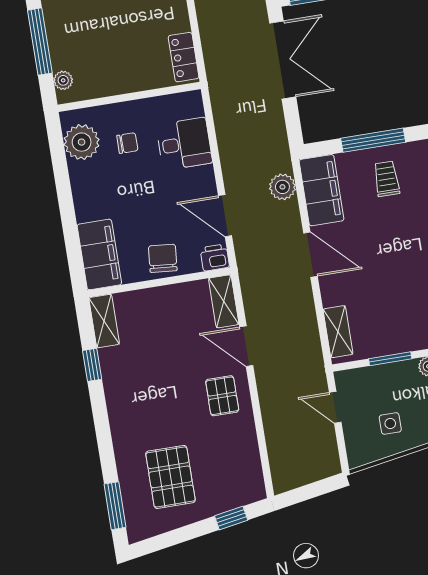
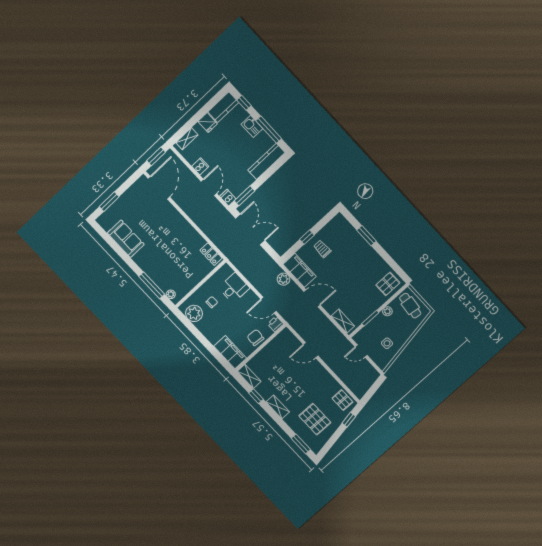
window: (373, 140) -> (307, 237), width x0.46
shelving: (224, 301) -> (278, 407), moved
pallet: (222, 396) -> (342, 400), moved

